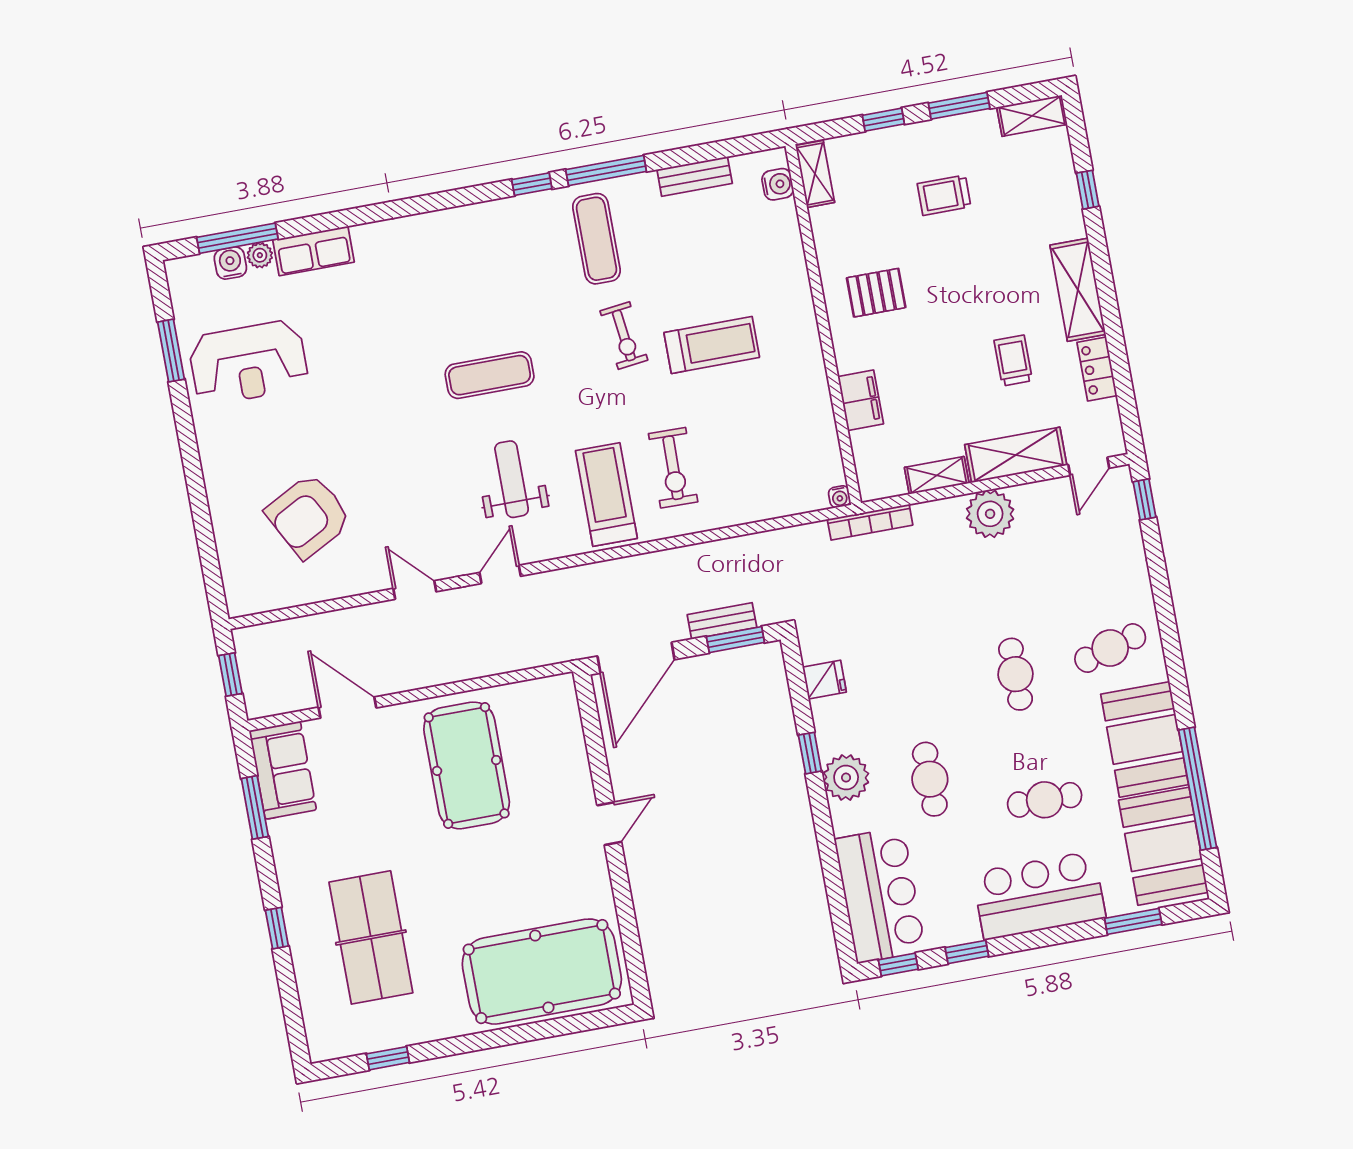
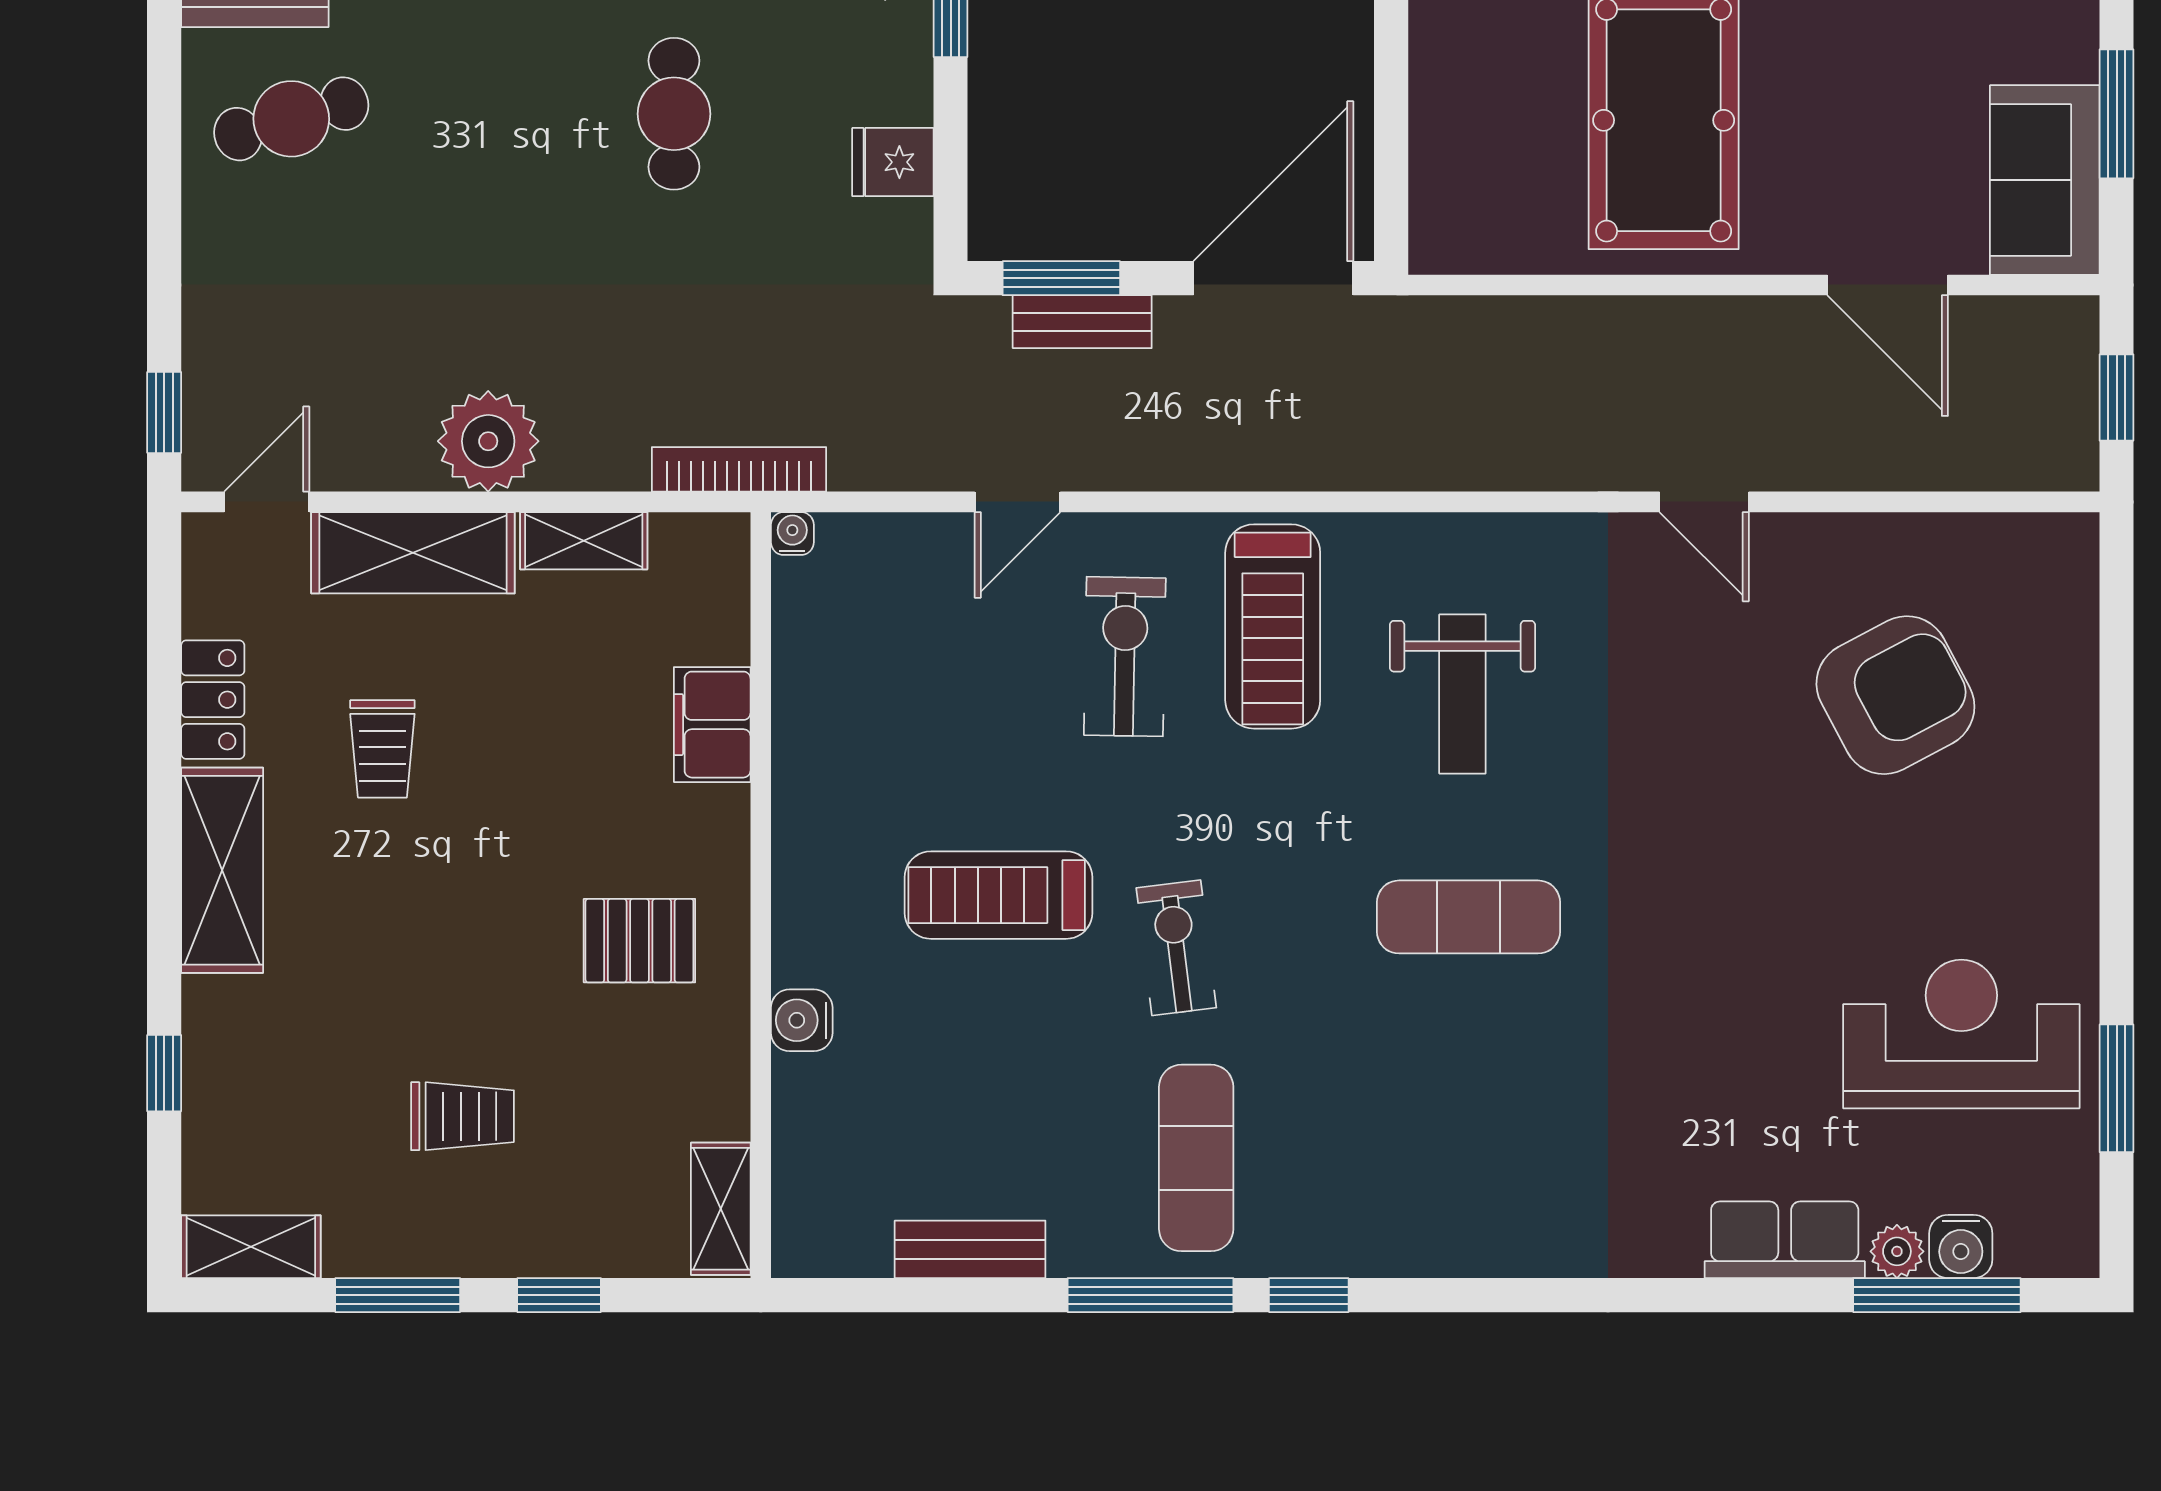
water cooler: (778, 184) -> (802, 1020), moved
door: (500, 574) -> (1018, 502), moved
cafe table: (1016, 674) -> (674, 114), moved

